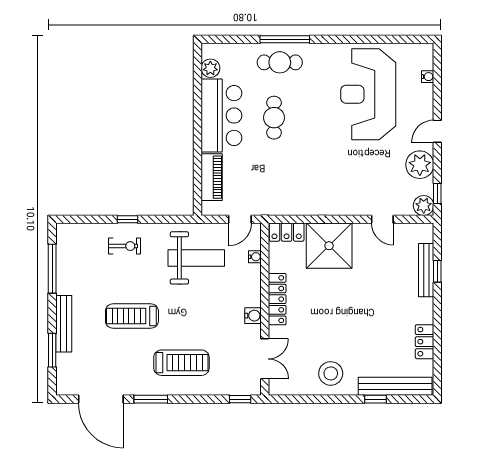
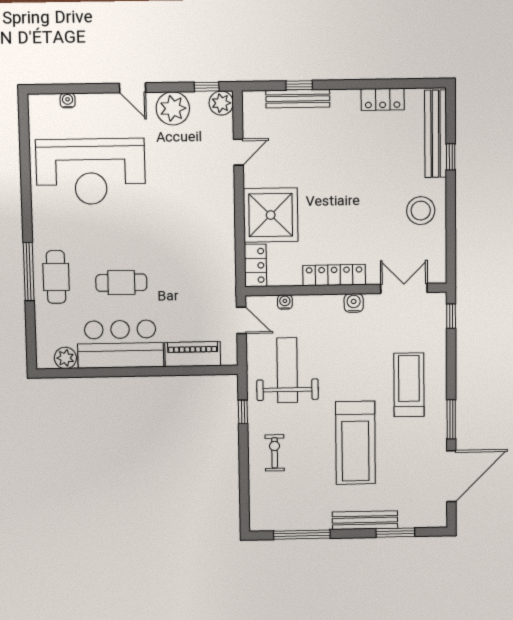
window: (127, 219) -> (243, 412), moved
treadmill: (132, 316) -> (355, 443), width x1.37, depth x1.38

